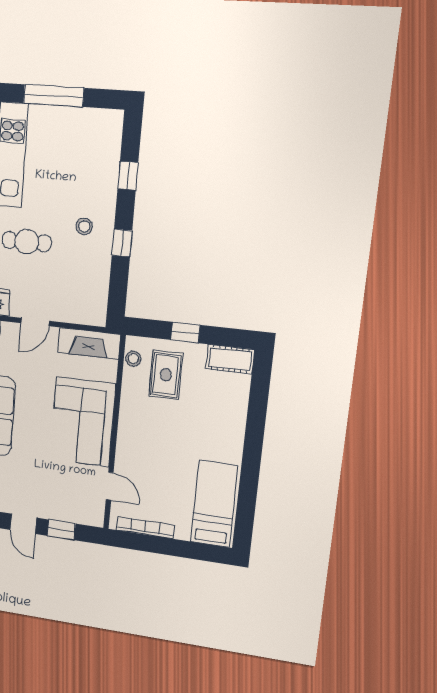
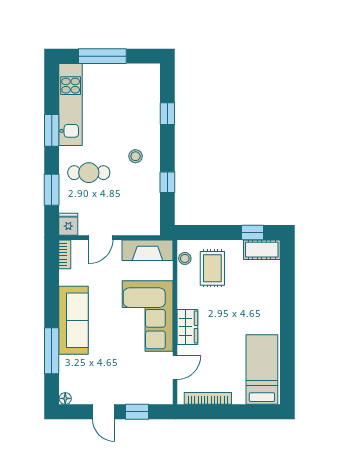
window: (122, 243) -> (167, 182), moved
window: (185, 332) -> (253, 232), moved
wardrobe: (129, 441) -> (187, 327), added
door: (110, 486) -> (175, 368), hinge flipped

